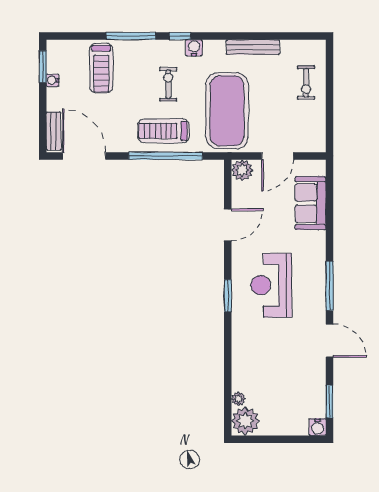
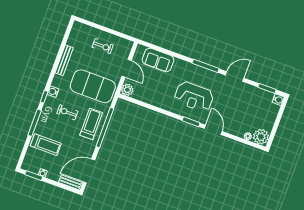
exercise bike: (306, 83) -> (103, 46), moved
treadmill: (163, 131) -> (91, 124), turned 180
door: (228, 225) -> (213, 130), moved

